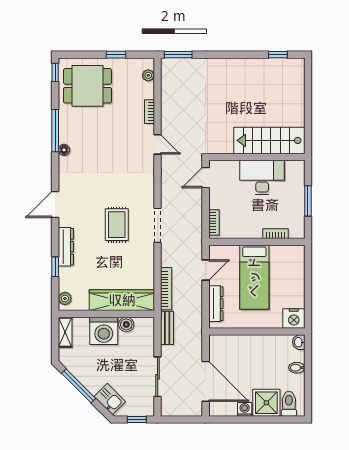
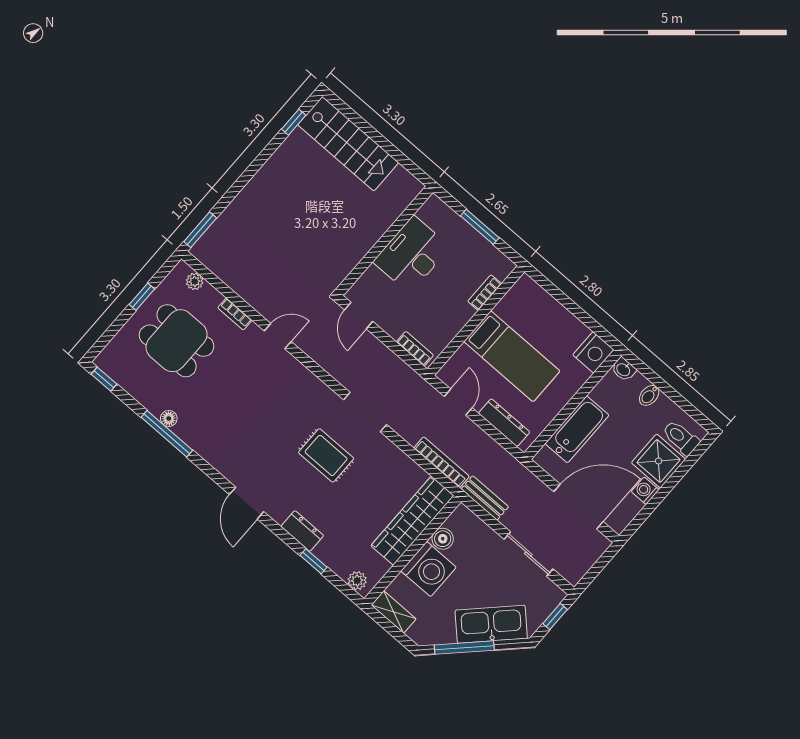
dining table: (87, 86) -> (177, 341), moved, turned 90
stairs: (269, 140) -> (348, 144), moved, turned -90
floor lamp: (64, 150) -> (169, 418), moved
dresser: (66, 247) -> (302, 531), width x0.70
bathtub: (246, 345) -> (577, 429), added
kitchen sink: (110, 399) -> (491, 624), width x1.87, depth x1.24

